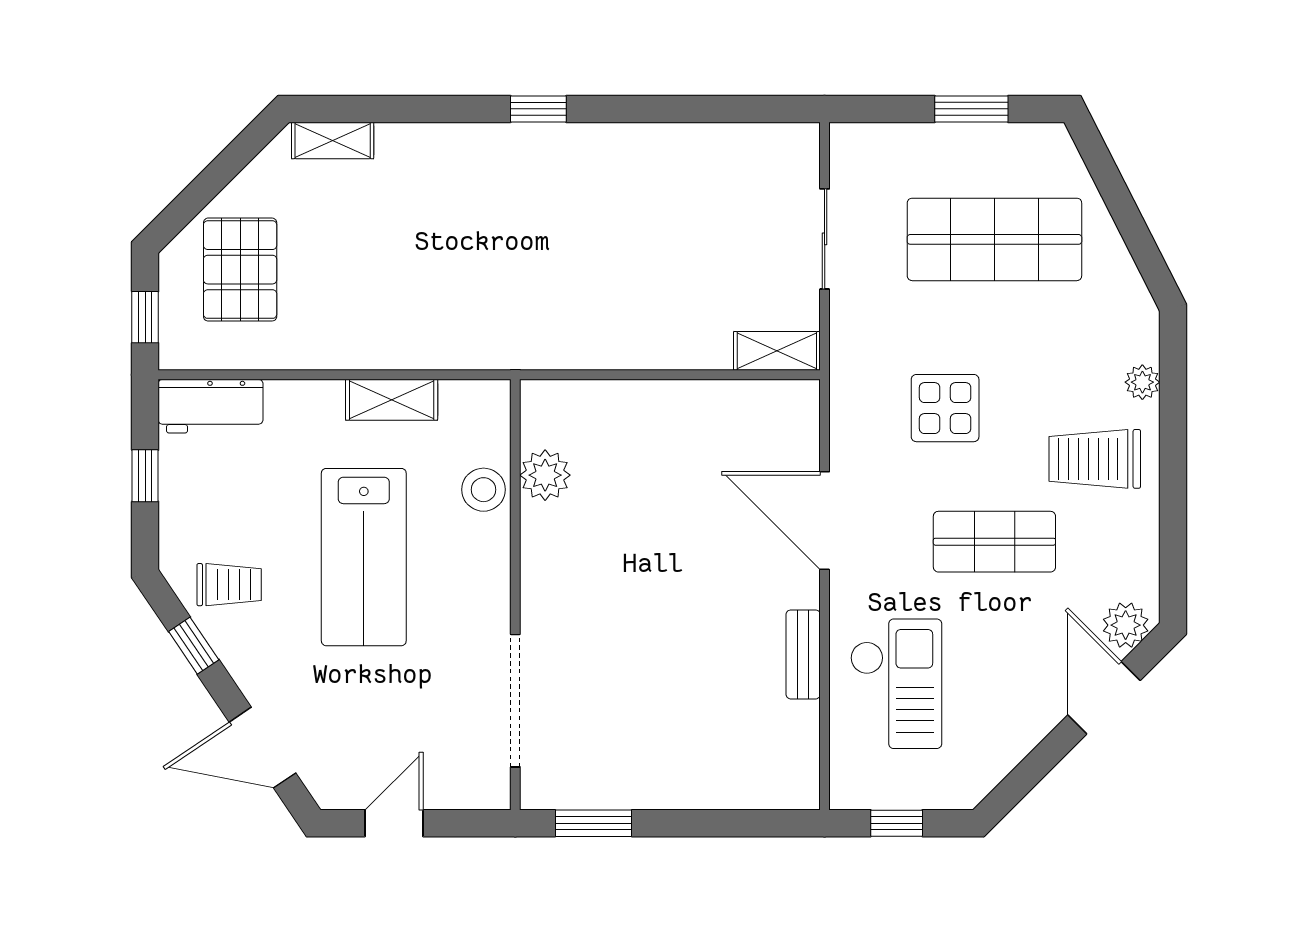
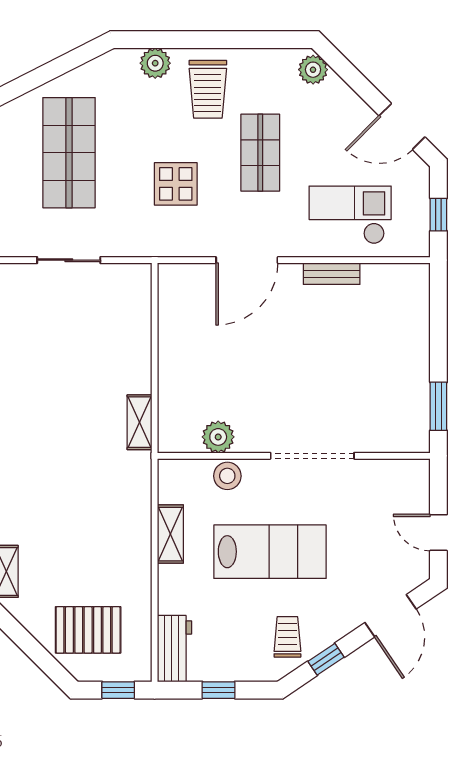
shelving: (777, 351) -> (139, 422), moved
plant: (1142, 382) -> (155, 63), width x1.38, depth x1.38
door: (1104, 698) -> (402, 126), moved
doorway: (515, 701) -> (312, 456), moved

